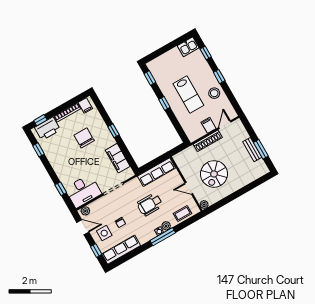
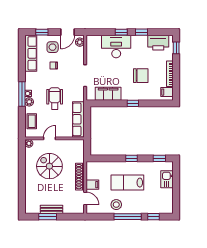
kitchen sink: (188, 47) -> (167, 179), moved
window: (219, 77) -> (128, 217), width x2.17
printer: (48, 129) -> (158, 43), moved, turned -90
window: (38, 150) -> (142, 32), moved
window: (61, 189) -> (121, 32), moved
desk: (83, 191) -> (116, 47), moved, turned 90

